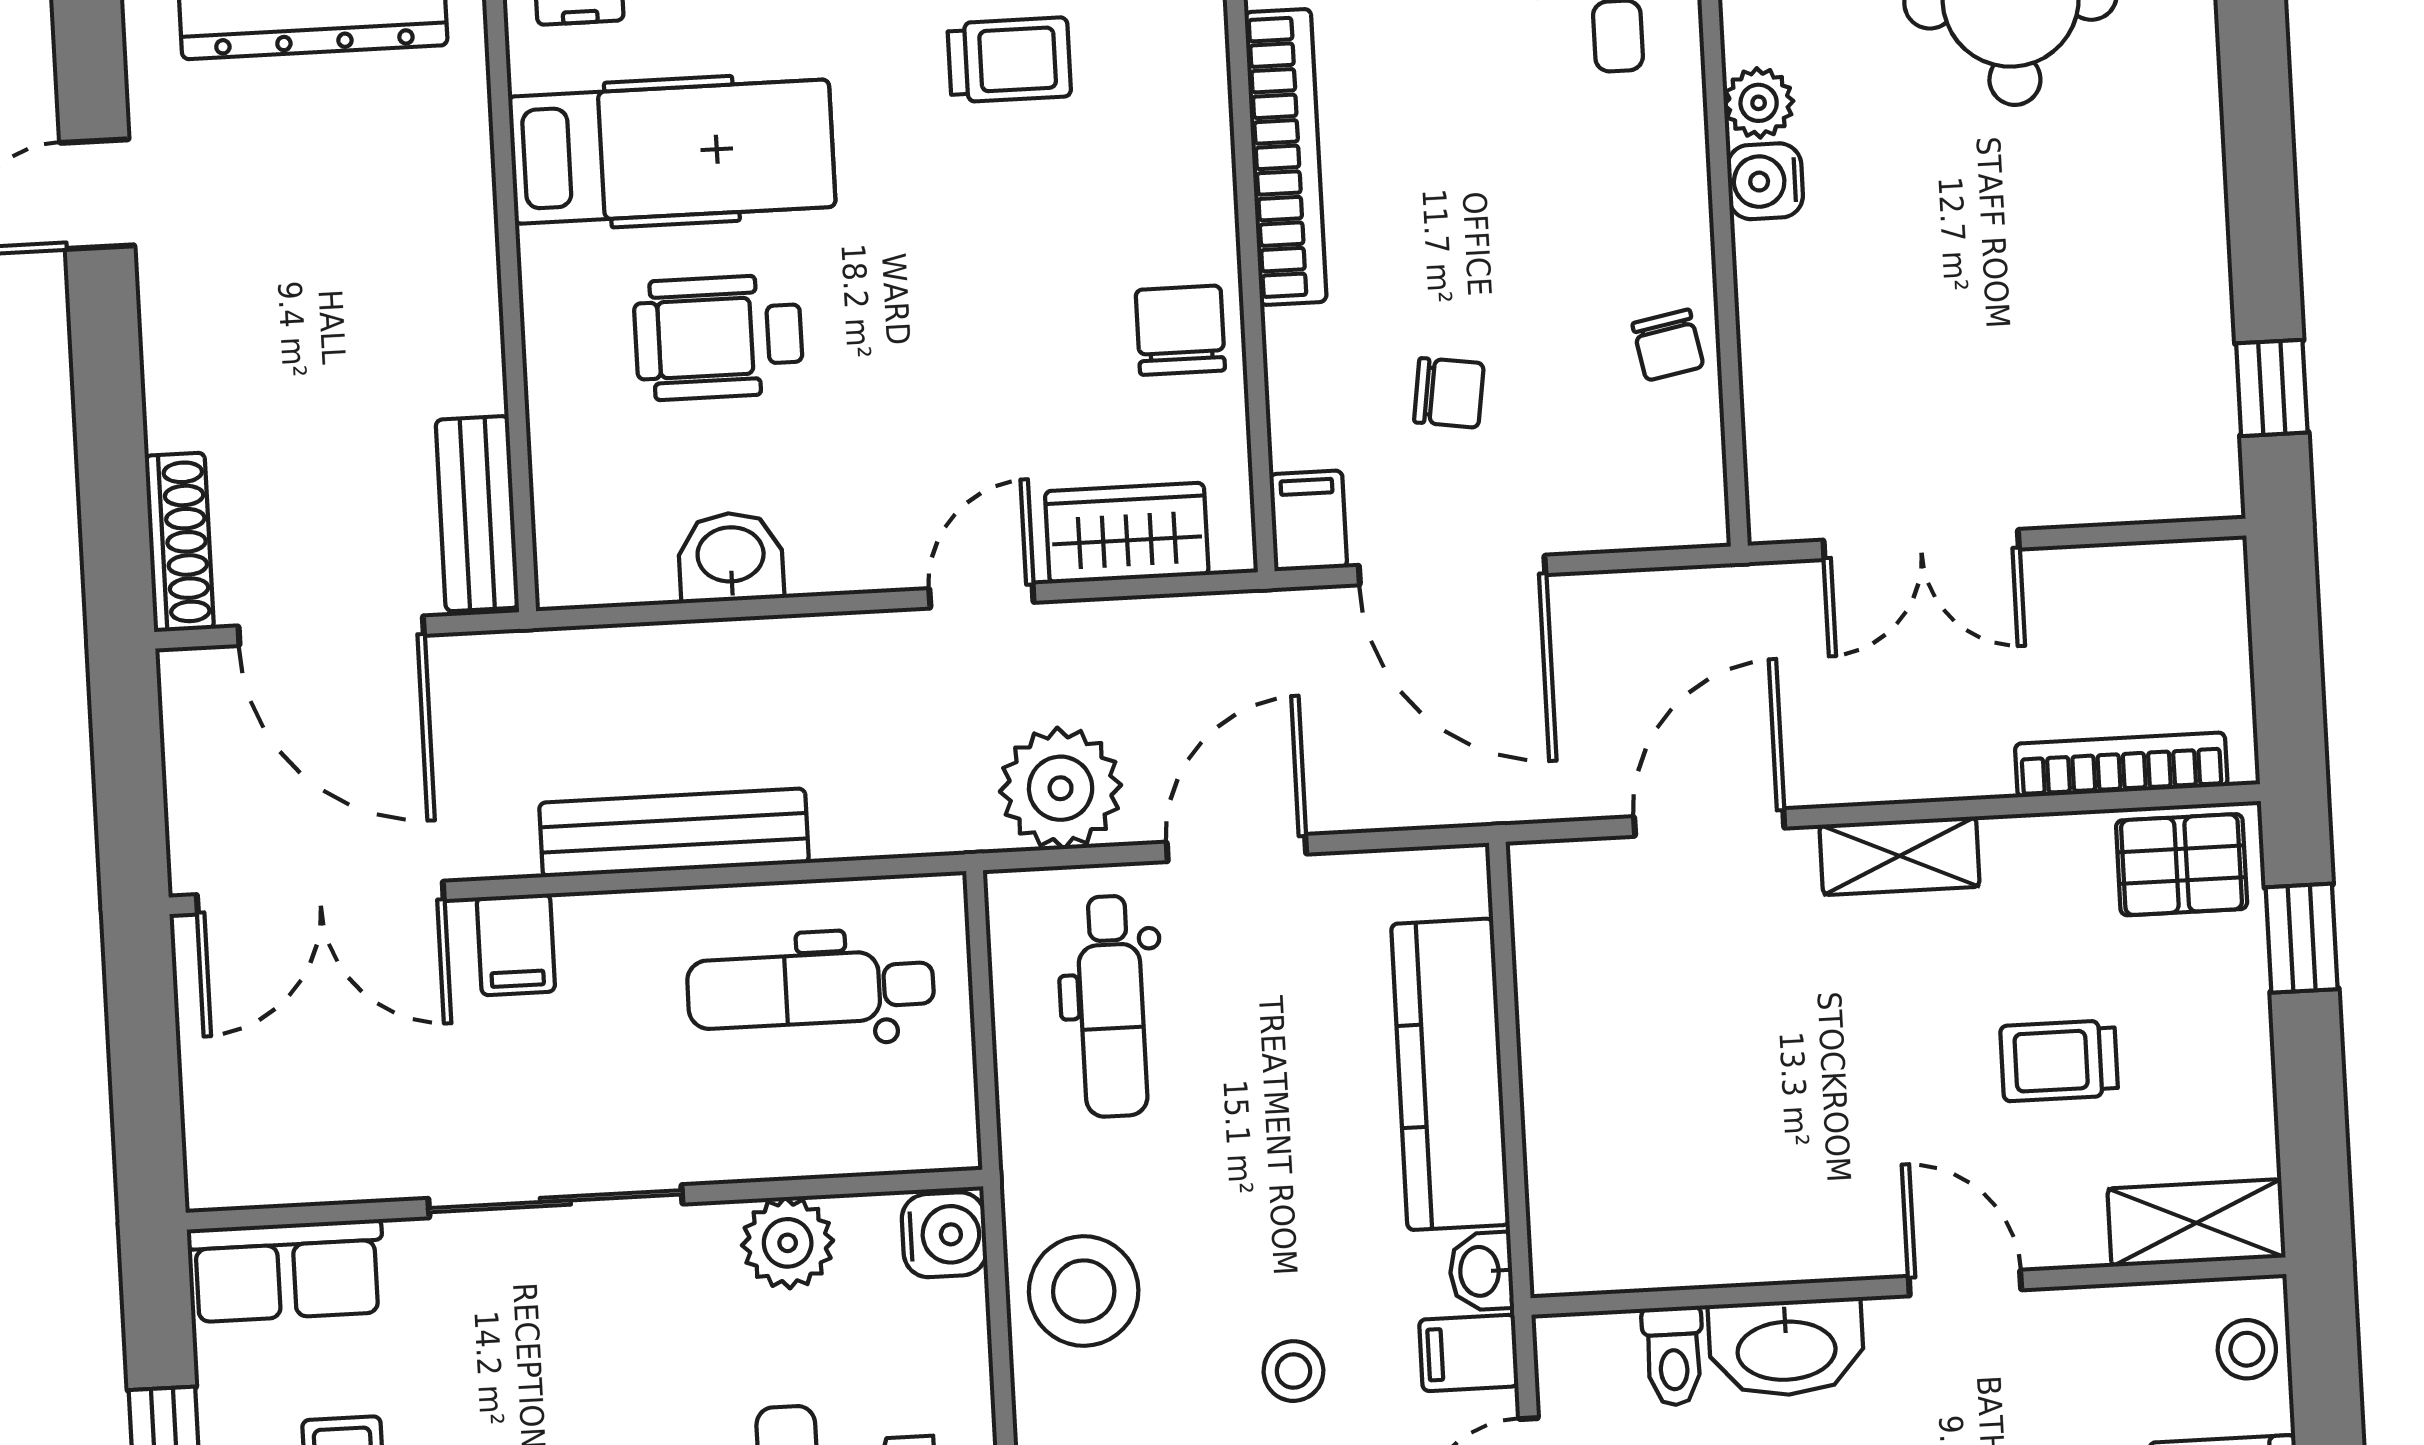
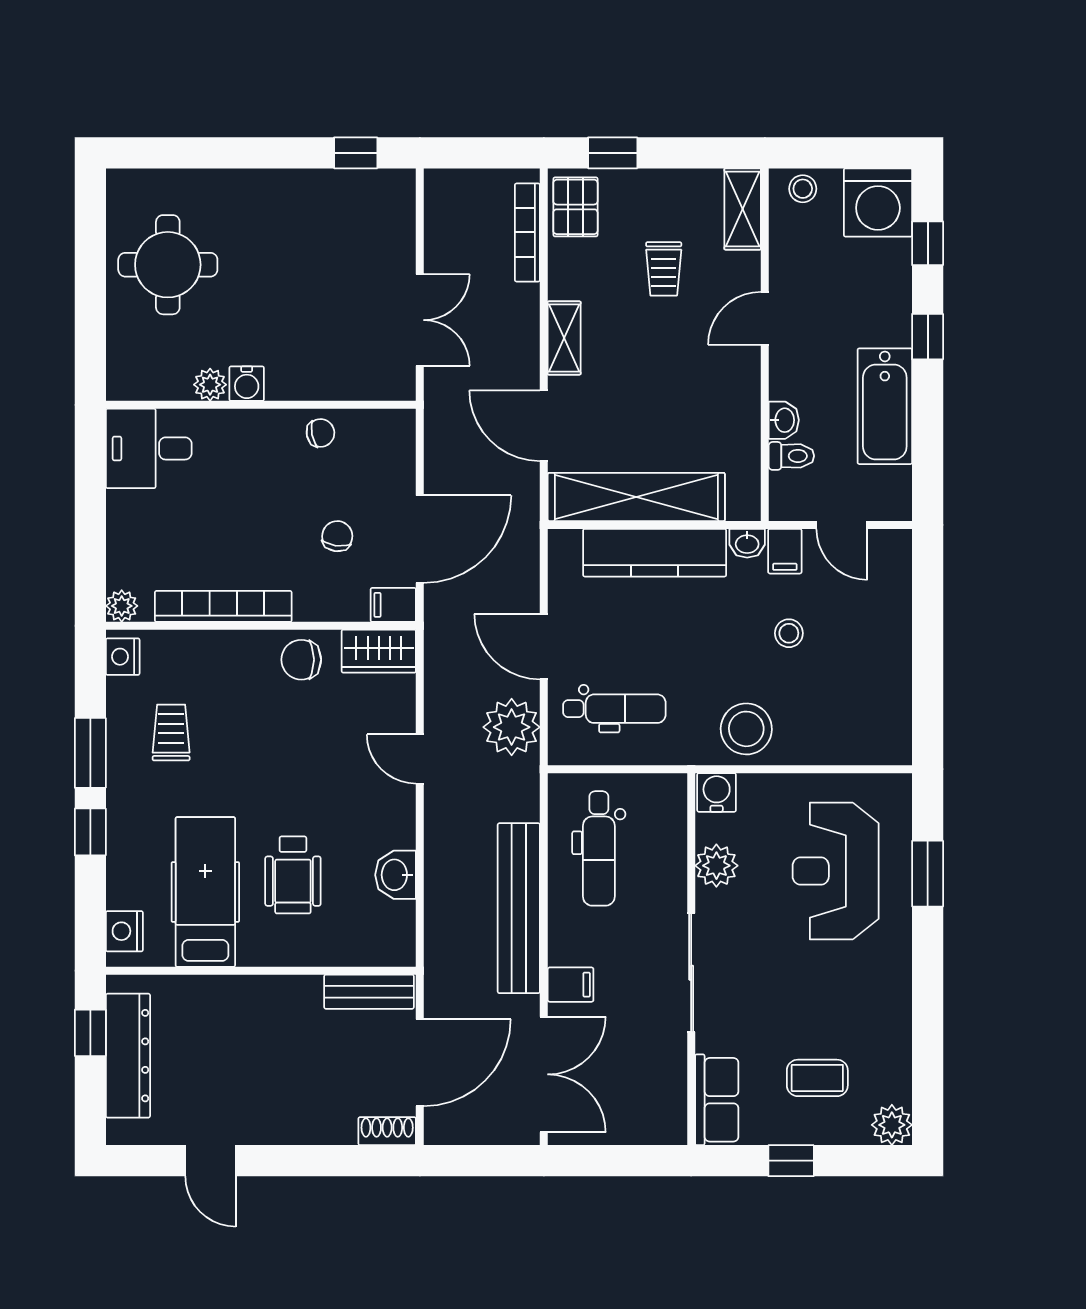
wardrobe: (1127, 533) -> (379, 651), moved, turned -90
shoe rack: (179, 542) -> (387, 1131), width x0.70
bench: (674, 833) -> (519, 908), width x1.37, depth x1.21
shelving: (1568, 1029) -> (636, 497), added
washbasin: (1786, 1348) -> (784, 420), width x0.52, depth x0.69

